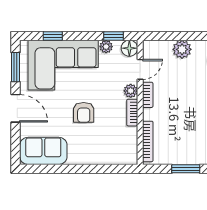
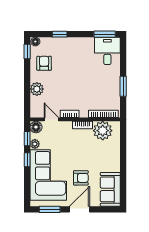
window: (53, 36) -> (27, 160), moved
plant: (131, 91) -> (103, 131), moved, width x1.88, depth x1.88
armchair: (84, 112) -> (81, 178), moved

